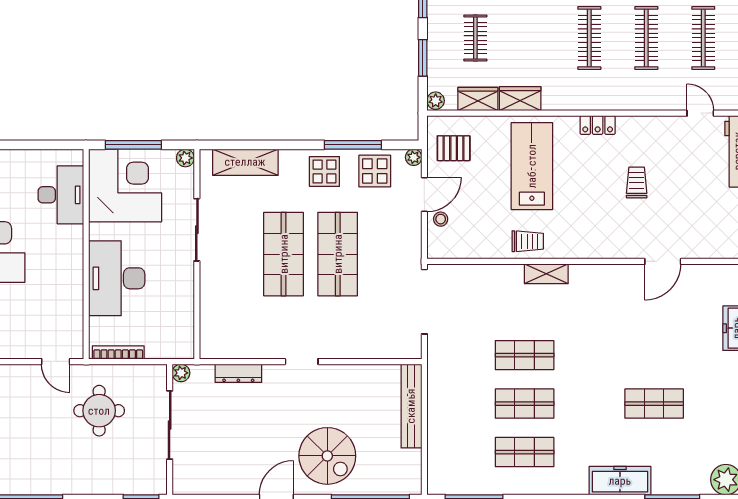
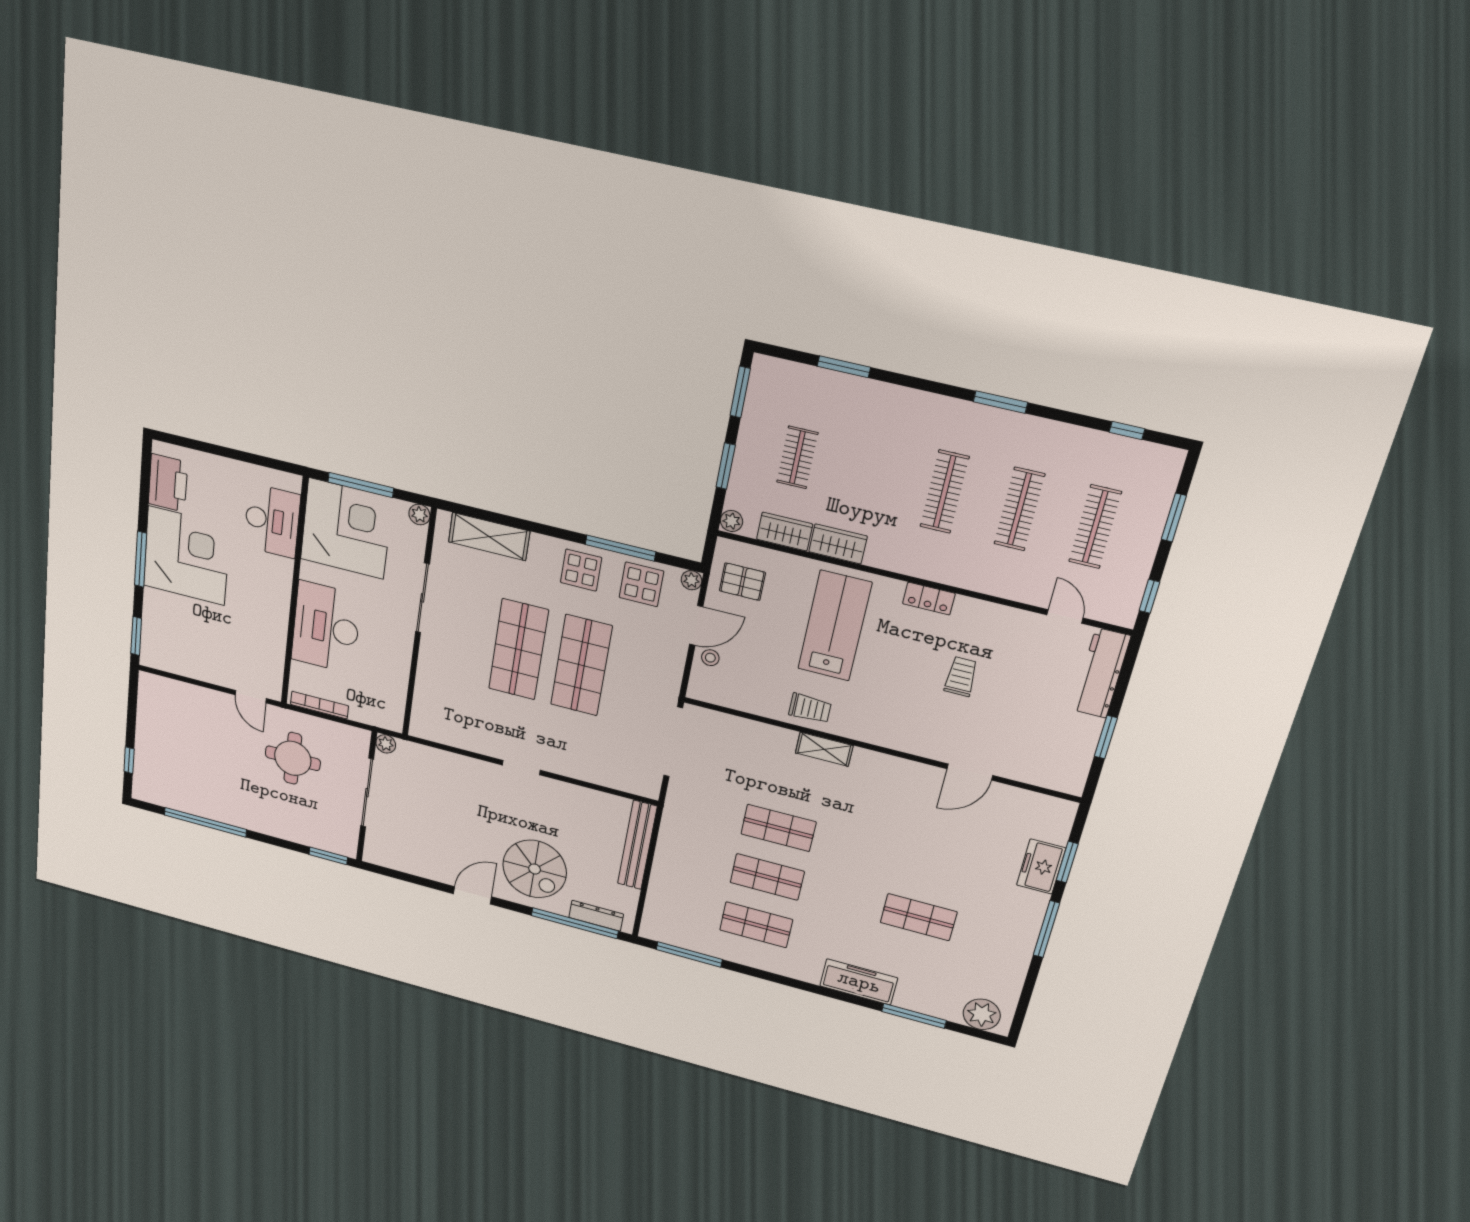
dresser: (238, 373) -> (596, 916), moved, turned 180

